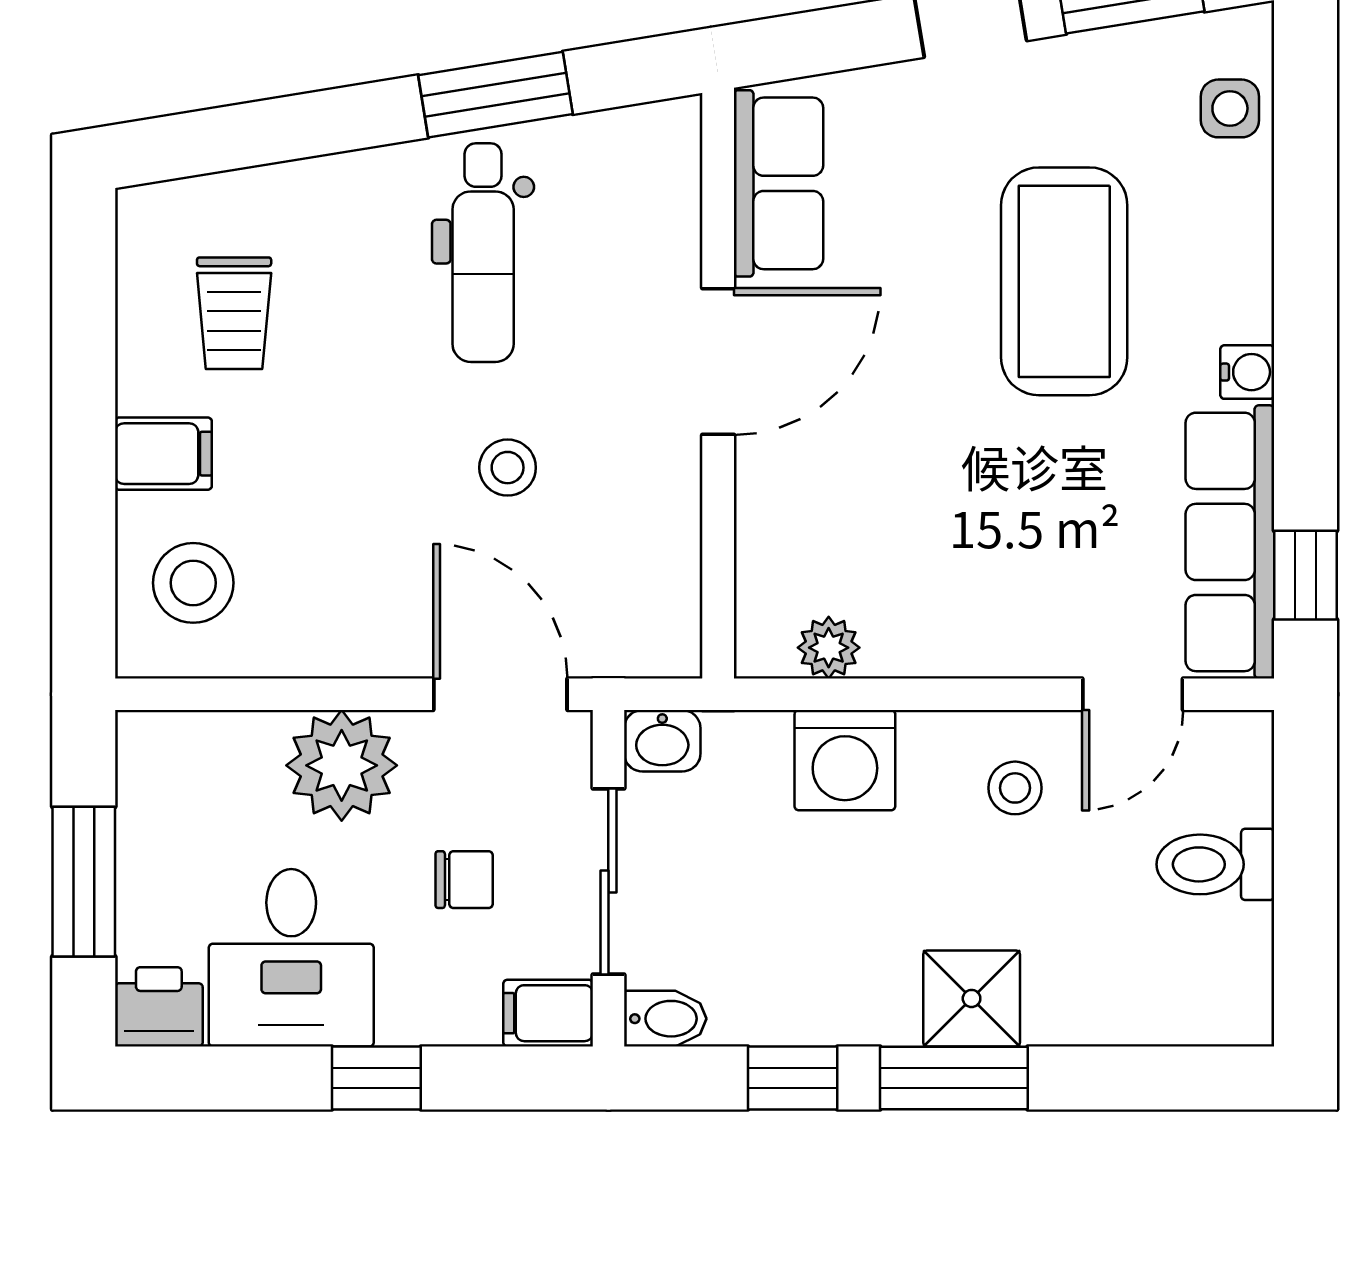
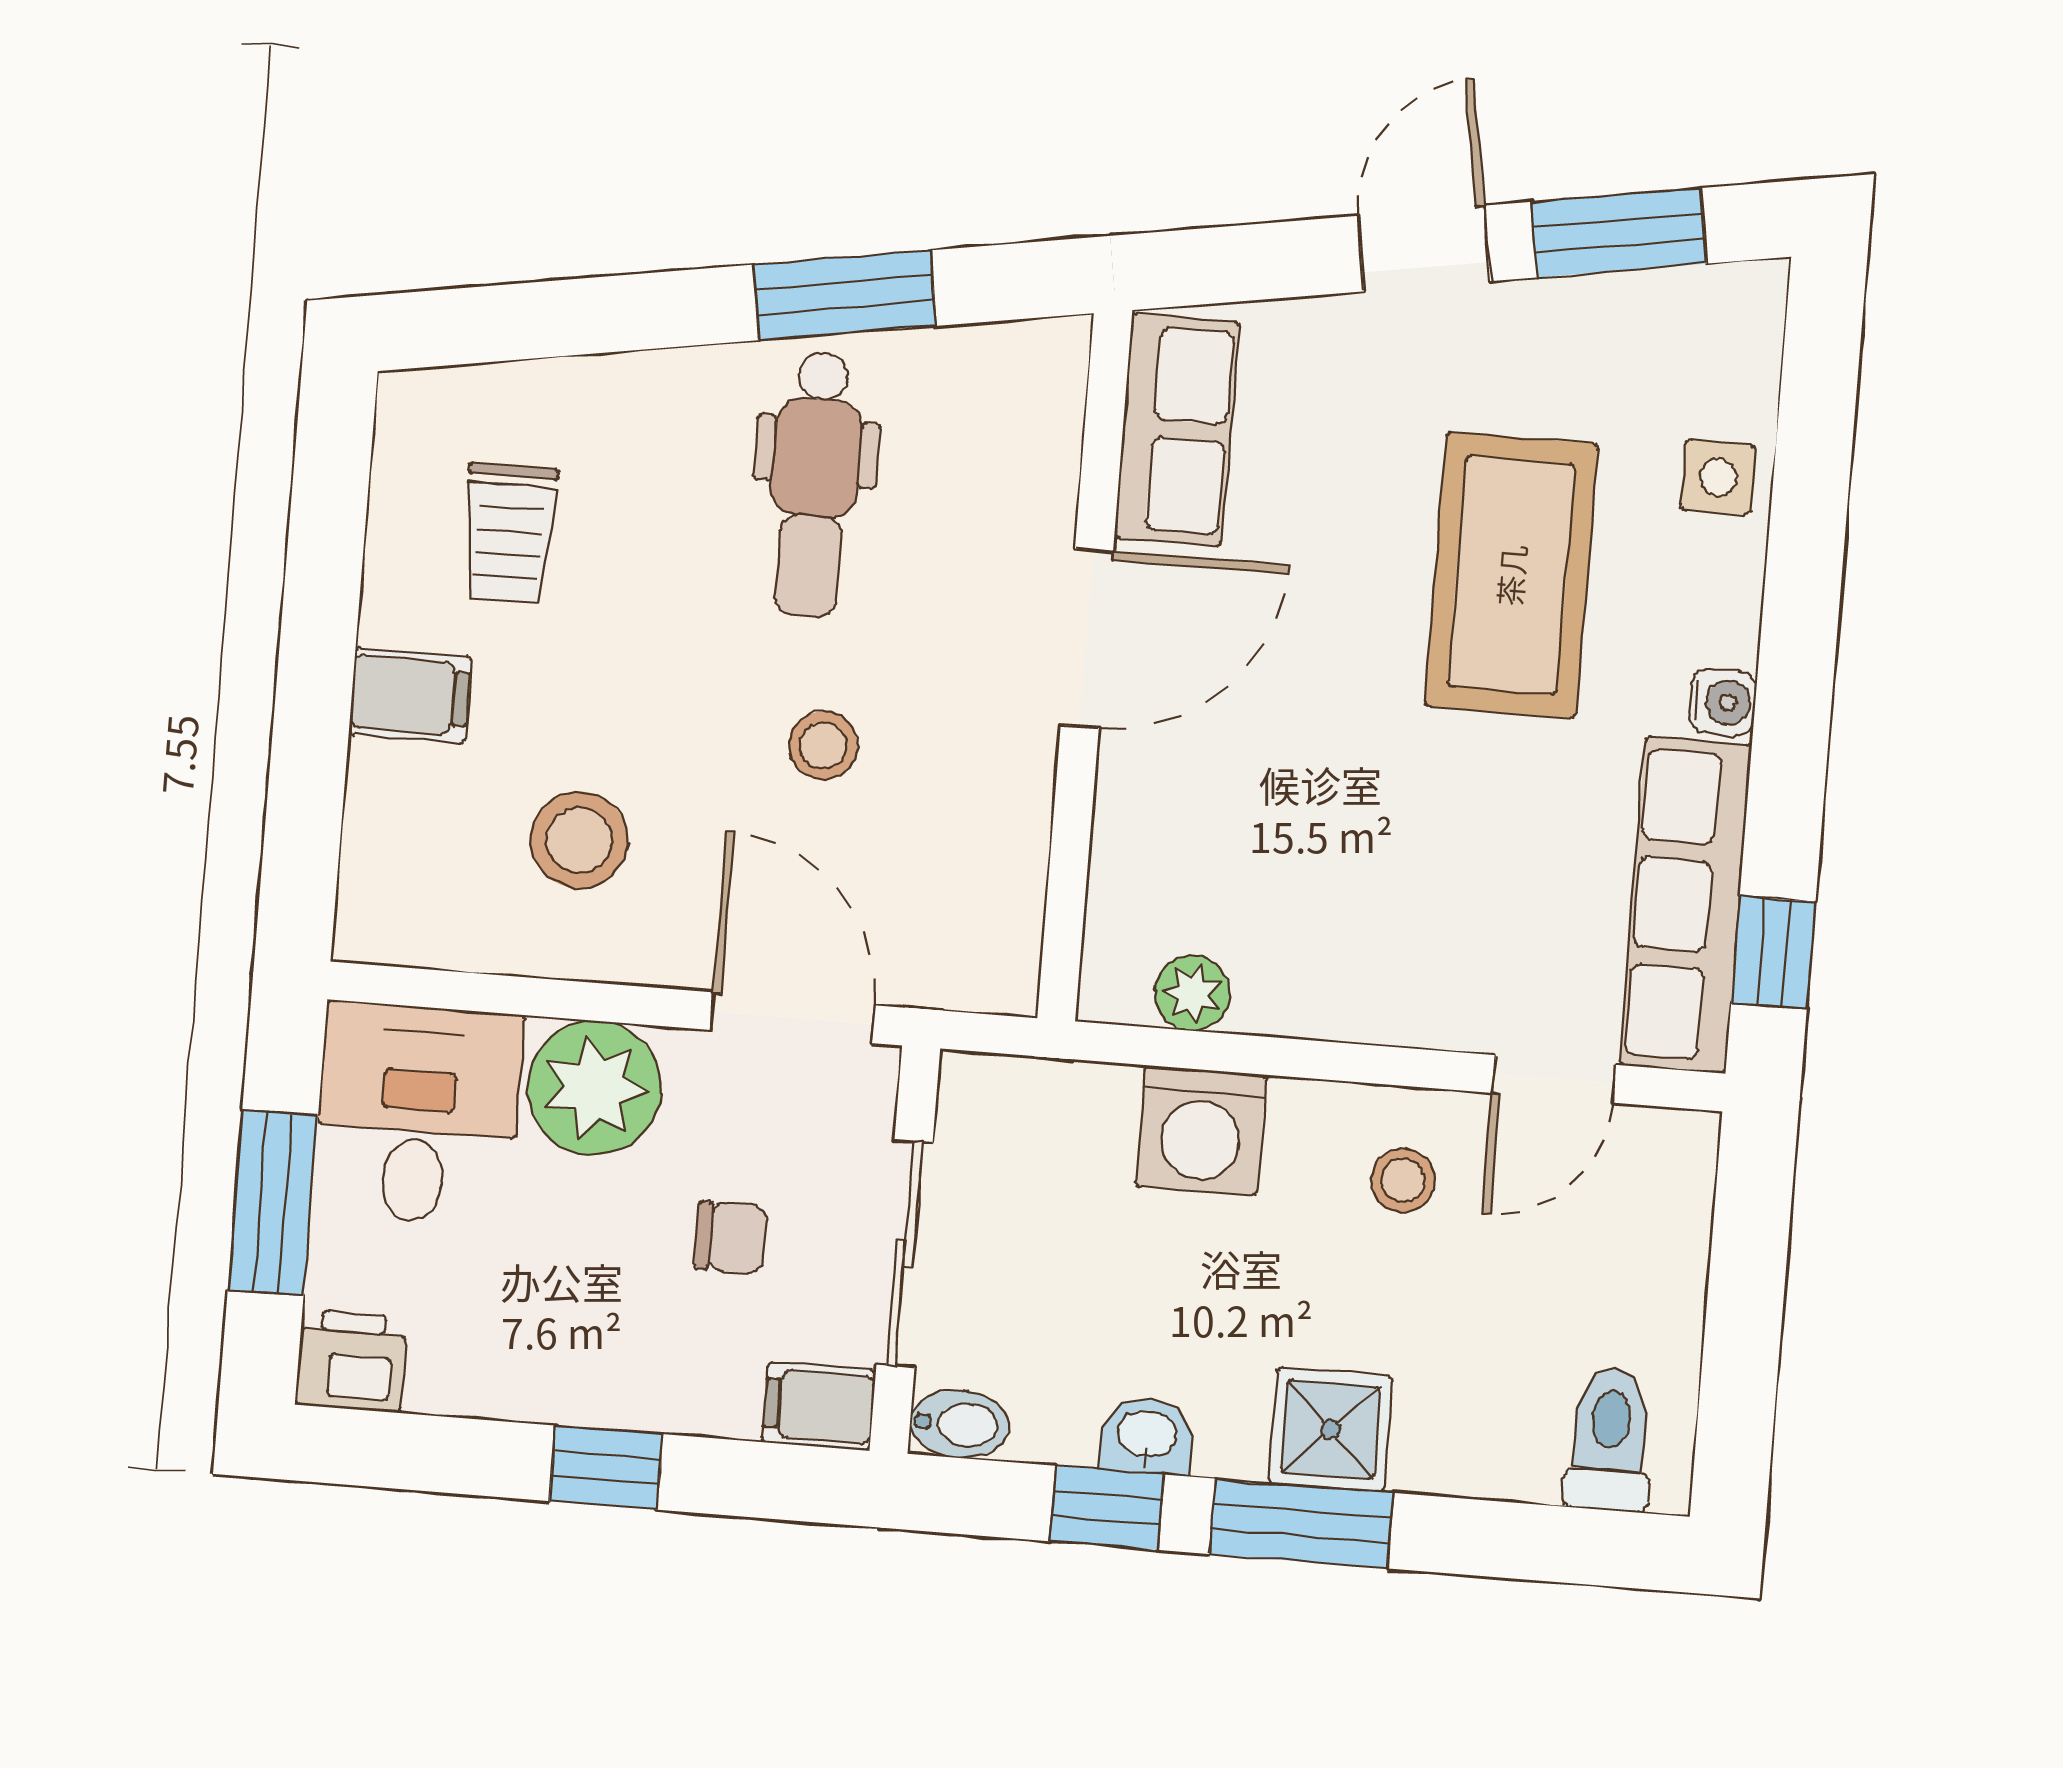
side table: (1230, 108) -> (1718, 477), moved
stool: (193, 583) -> (579, 840), moved
washbasin: (662, 741) -> (1147, 1436), moved, turned 180
toilet: (1215, 864) -> (1610, 1439), moved, turned 90
desk: (291, 958) -> (418, 1114), moved, turned 180

